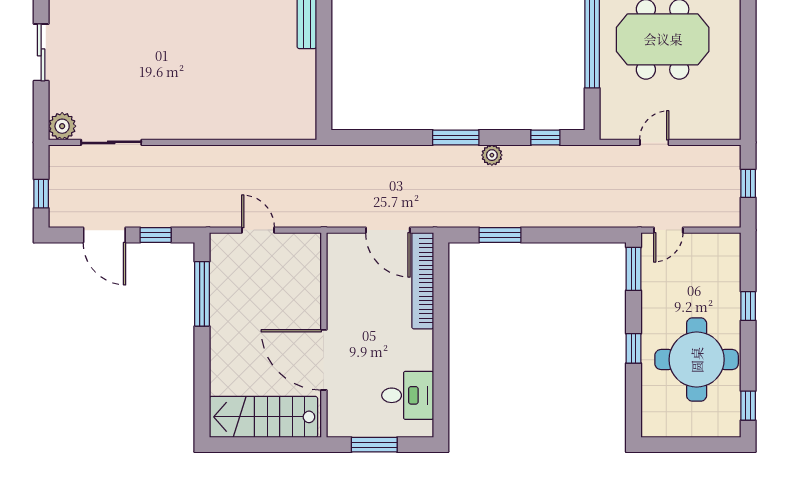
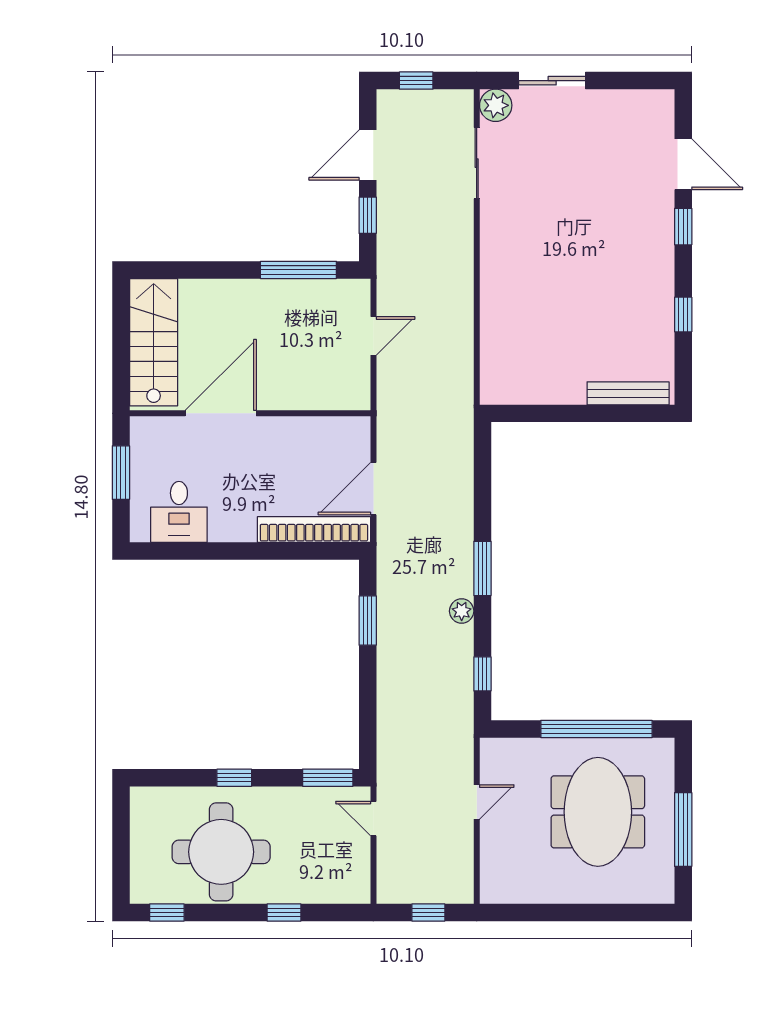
sliding door: (41, 52) -> (552, 81), moved
door: (654, 142) -> (477, 802), hinge flipped

